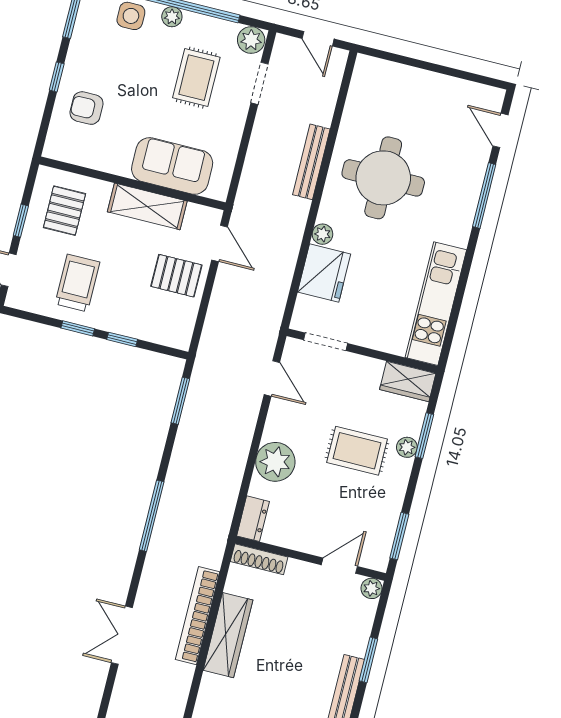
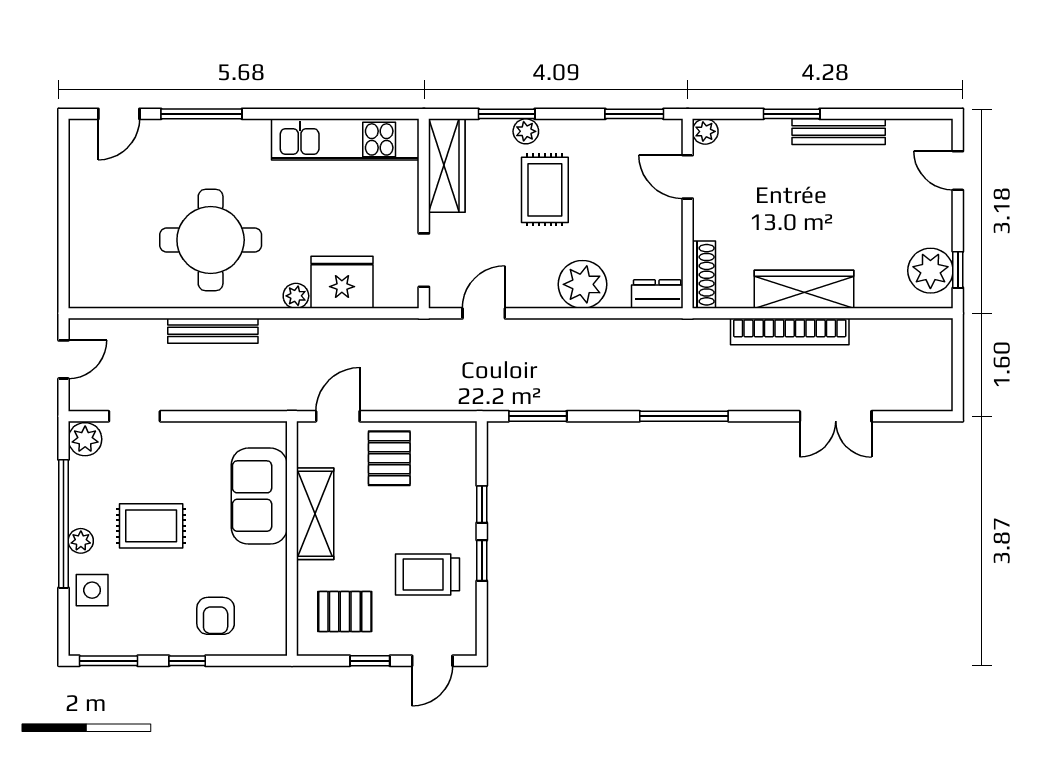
rug: (196, 78) -> (151, 526), moved
wardrobe: (408, 381) -> (447, 166), width x1.50

